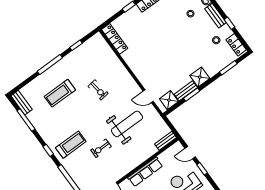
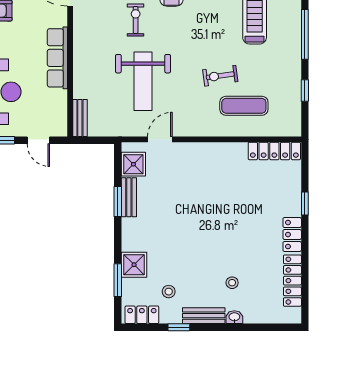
exercise mat: (104, 69) -> (244, 106), added
shower: (200, 77) -> (134, 265), moved
door: (190, 153) -> (38, 140), swing flipped

